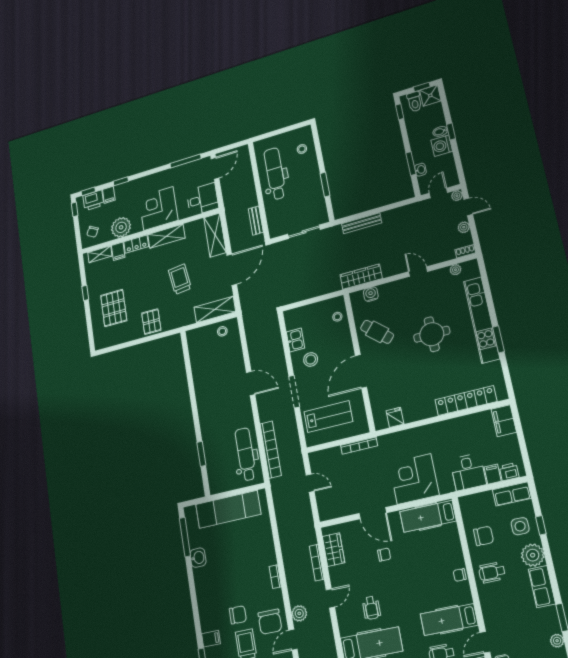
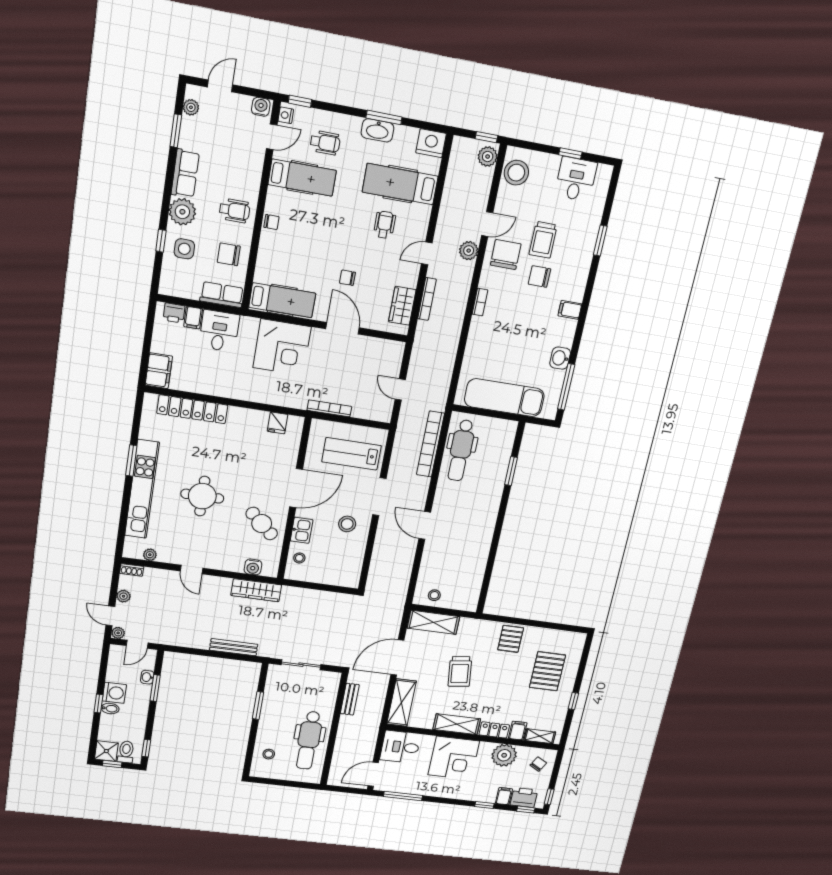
kitchen sink: (295, 340) -> (302, 530), moved, turned 180
row of seats: (512, 494) -> (222, 295), moved
filing cabinet: (211, 639) -> (570, 310), moved

